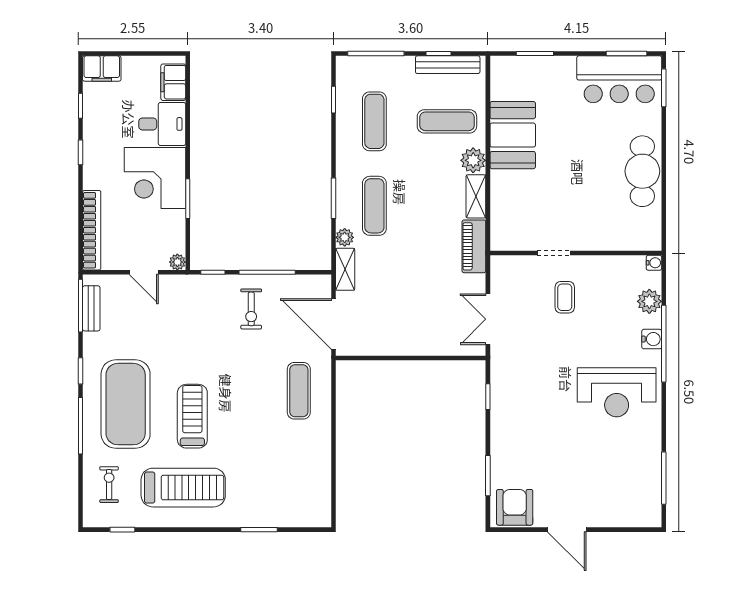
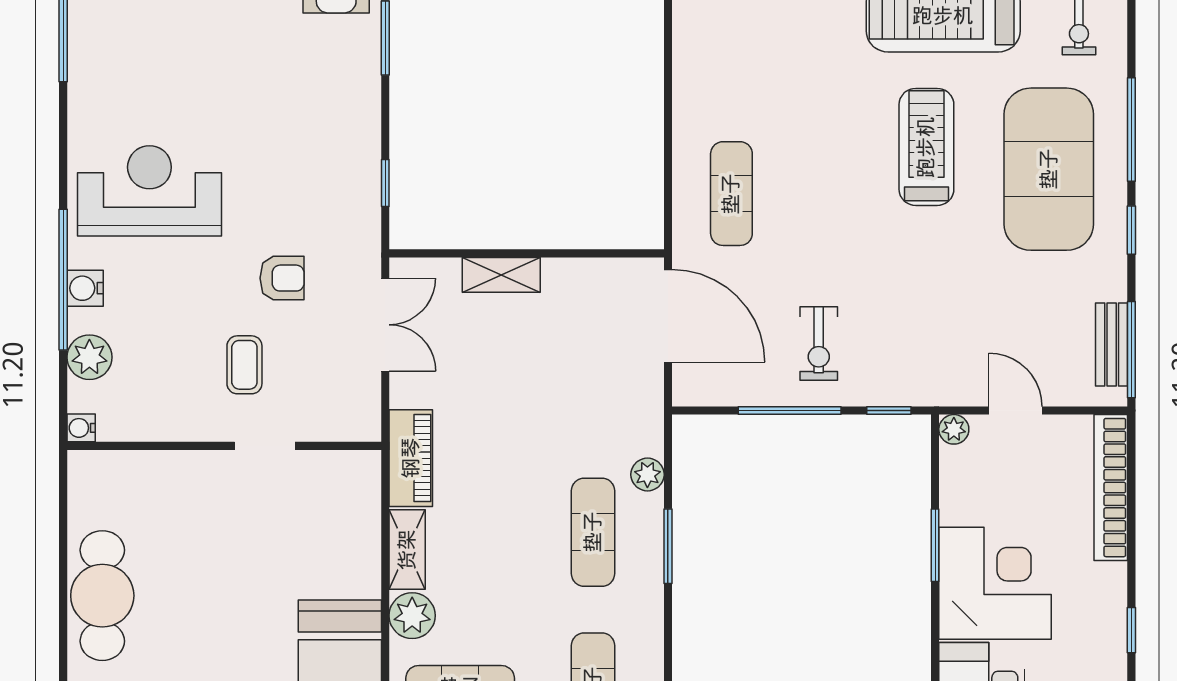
shelving: (345, 269) -> (501, 275), moved, turned 90
exercise bike: (251, 309) -> (819, 343), turned 180
armchair: (544, 345) -> (282, 278), added
treadmill: (192, 416) -> (926, 147), turned 180

